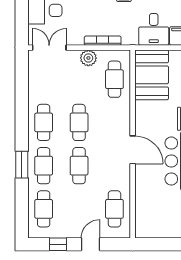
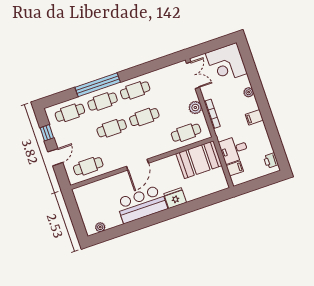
window: (22, 165) -> (98, 85), width x2.11
door: (90, 244) -> (55, 157), hinge flipped

